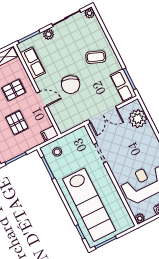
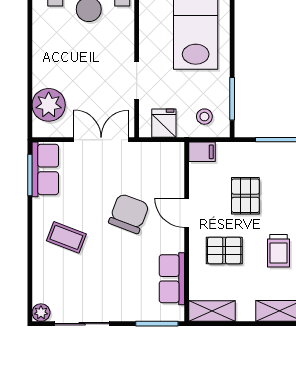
plant: (48, 34) -> (124, 312), removed
fridge: (76, 138) -> (164, 123), added

